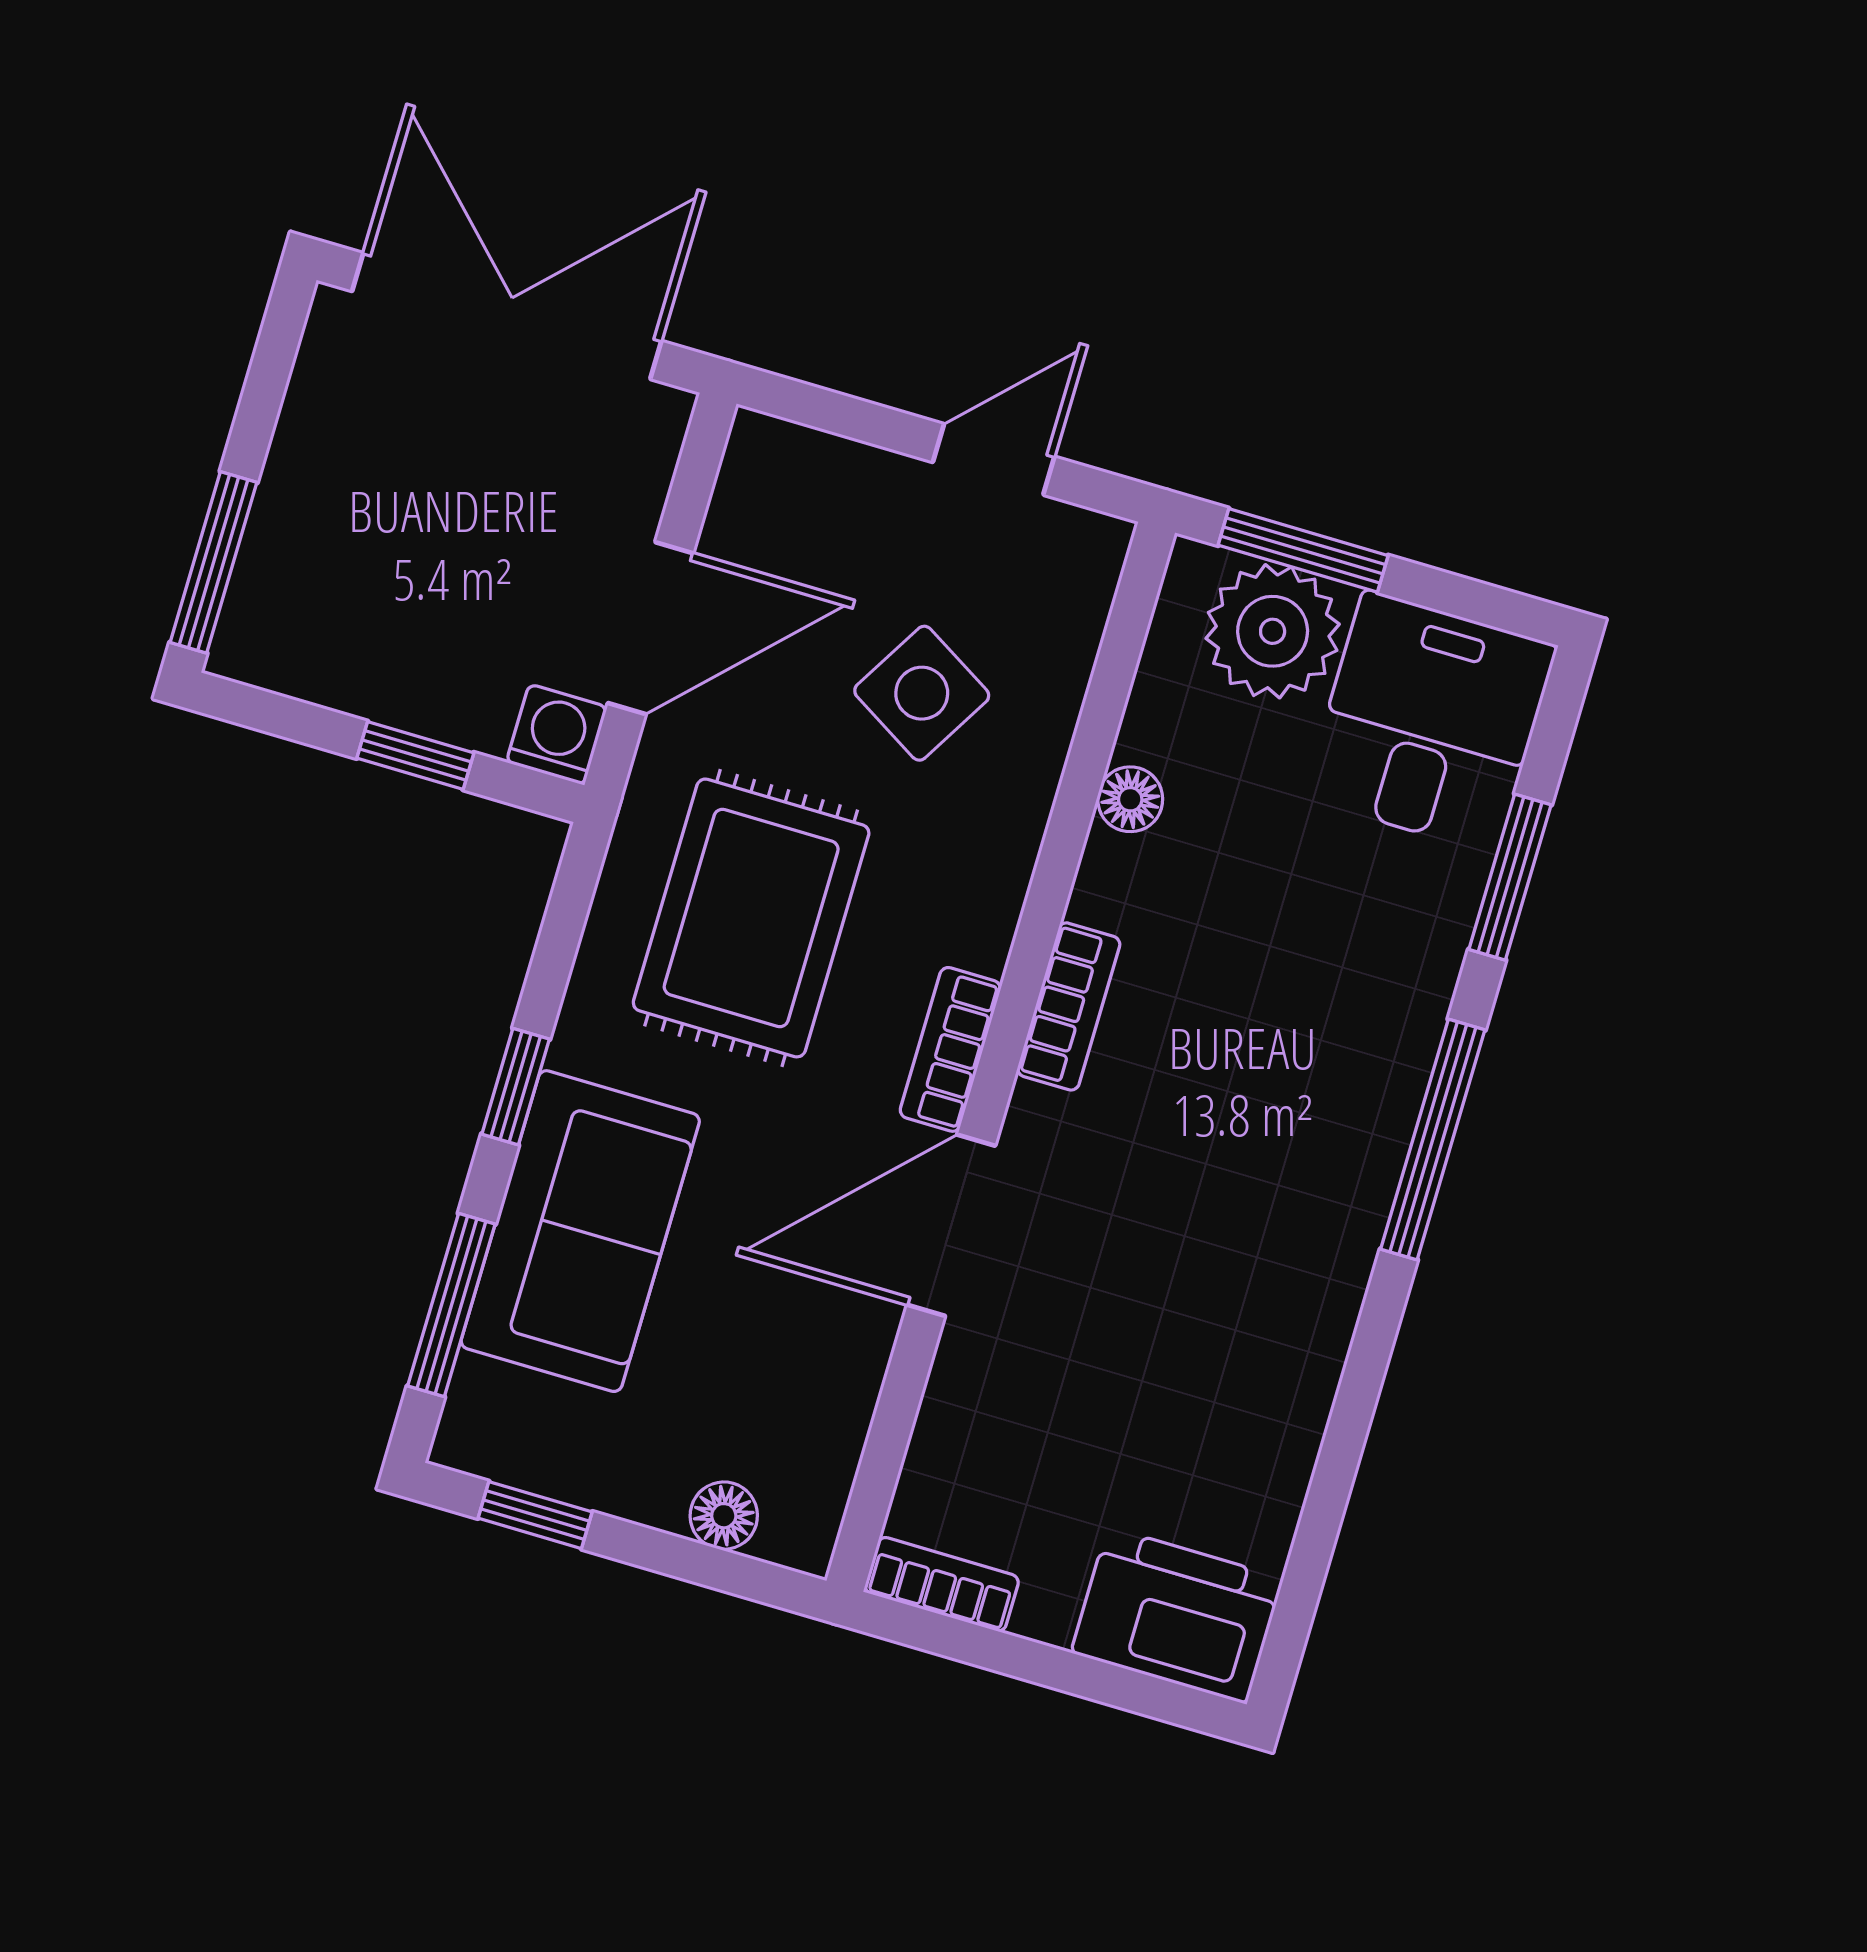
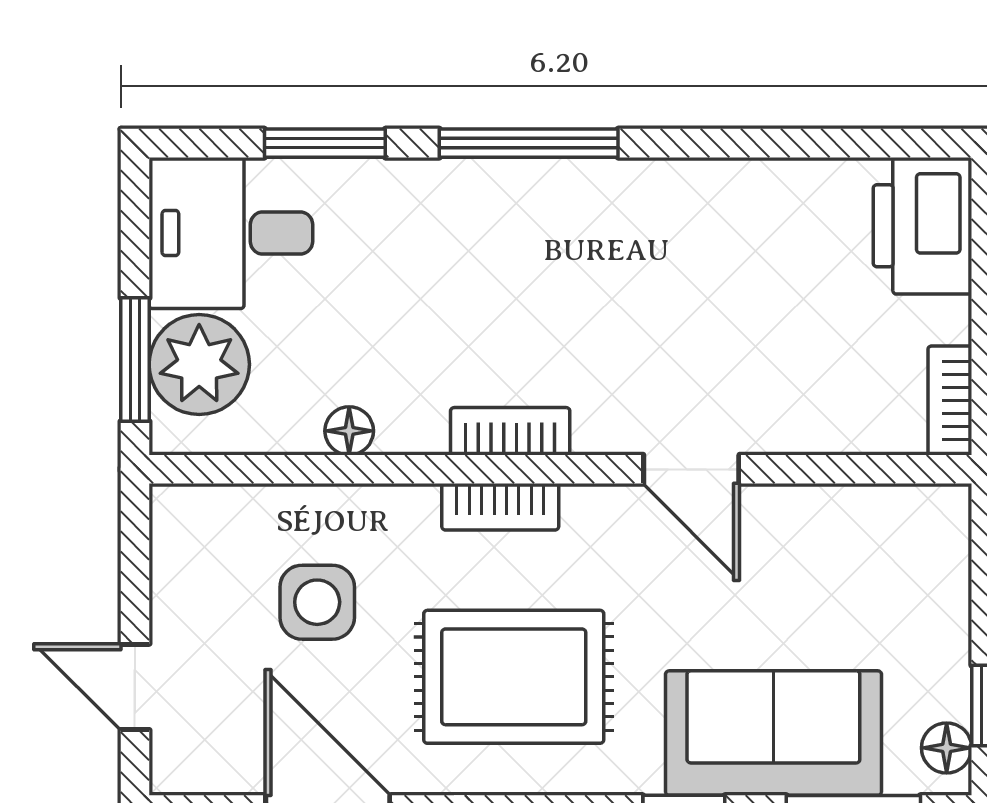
door: (994, 459) -> (135, 687), moved
side table: (922, 693) -> (317, 602), turned -31
bookcase: (950, 1049) -> (500, 507), moved
door: (951, 1225) -> (691, 469), width x0.73
floor lamp: (724, 1516) -> (947, 748), moved

